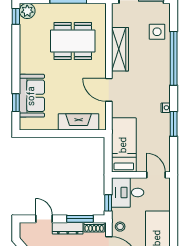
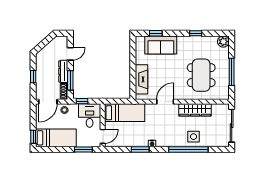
window: (16, 16) -> (196, 33), moved
side table: (157, 32) -> (193, 137), moved
window: (174, 201) -> (83, 149), added

